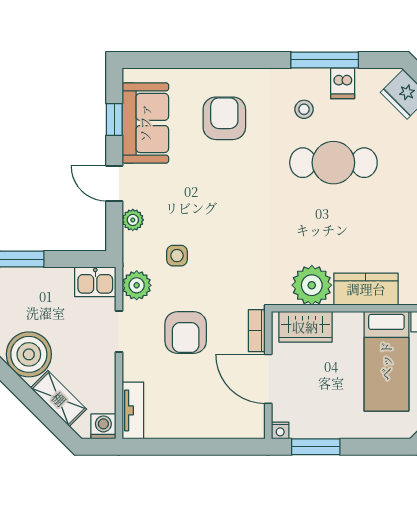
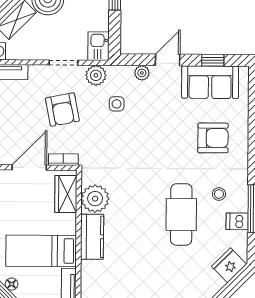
armchair: (186, 332) -> (62, 110), turned -101

